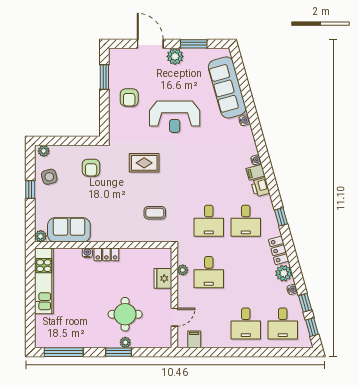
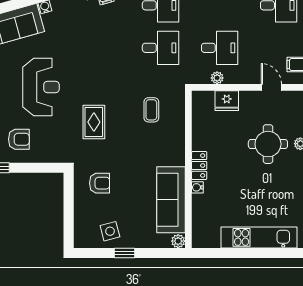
plant: (44, 151) -> (80, 238), removed
sofa: (69, 230) -> (171, 200), width x1.36
kitchen unit: (44, 281) -> (259, 237), moved

